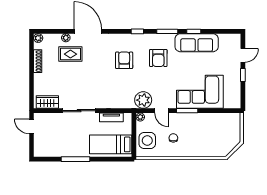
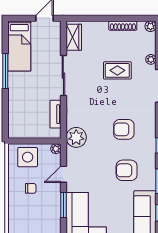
rug: (70, 54) -> (117, 70), moved, turned 90
armchair: (124, 60) -> (124, 129), turned 180
plant: (143, 100) -> (76, 137), moved
bed: (111, 144) -> (19, 46), moved, turned 180

